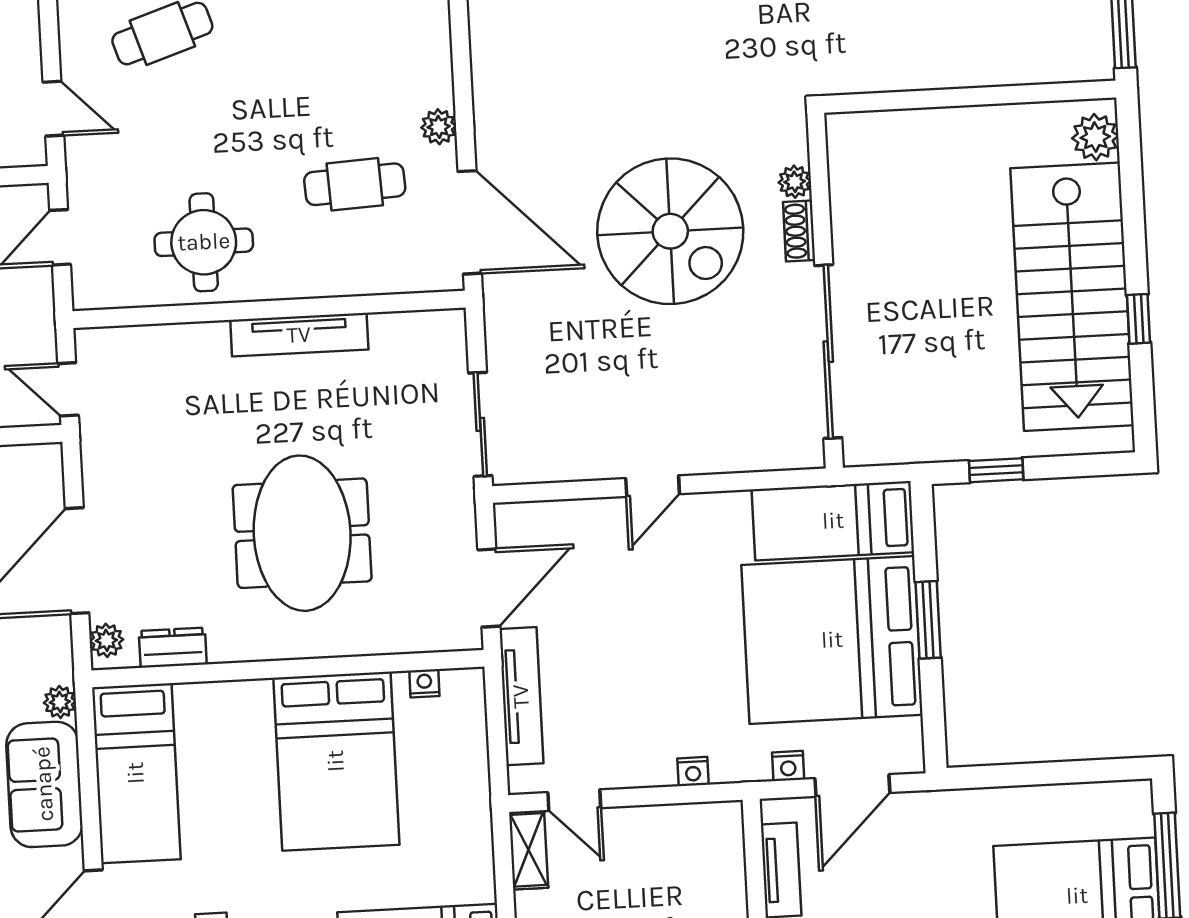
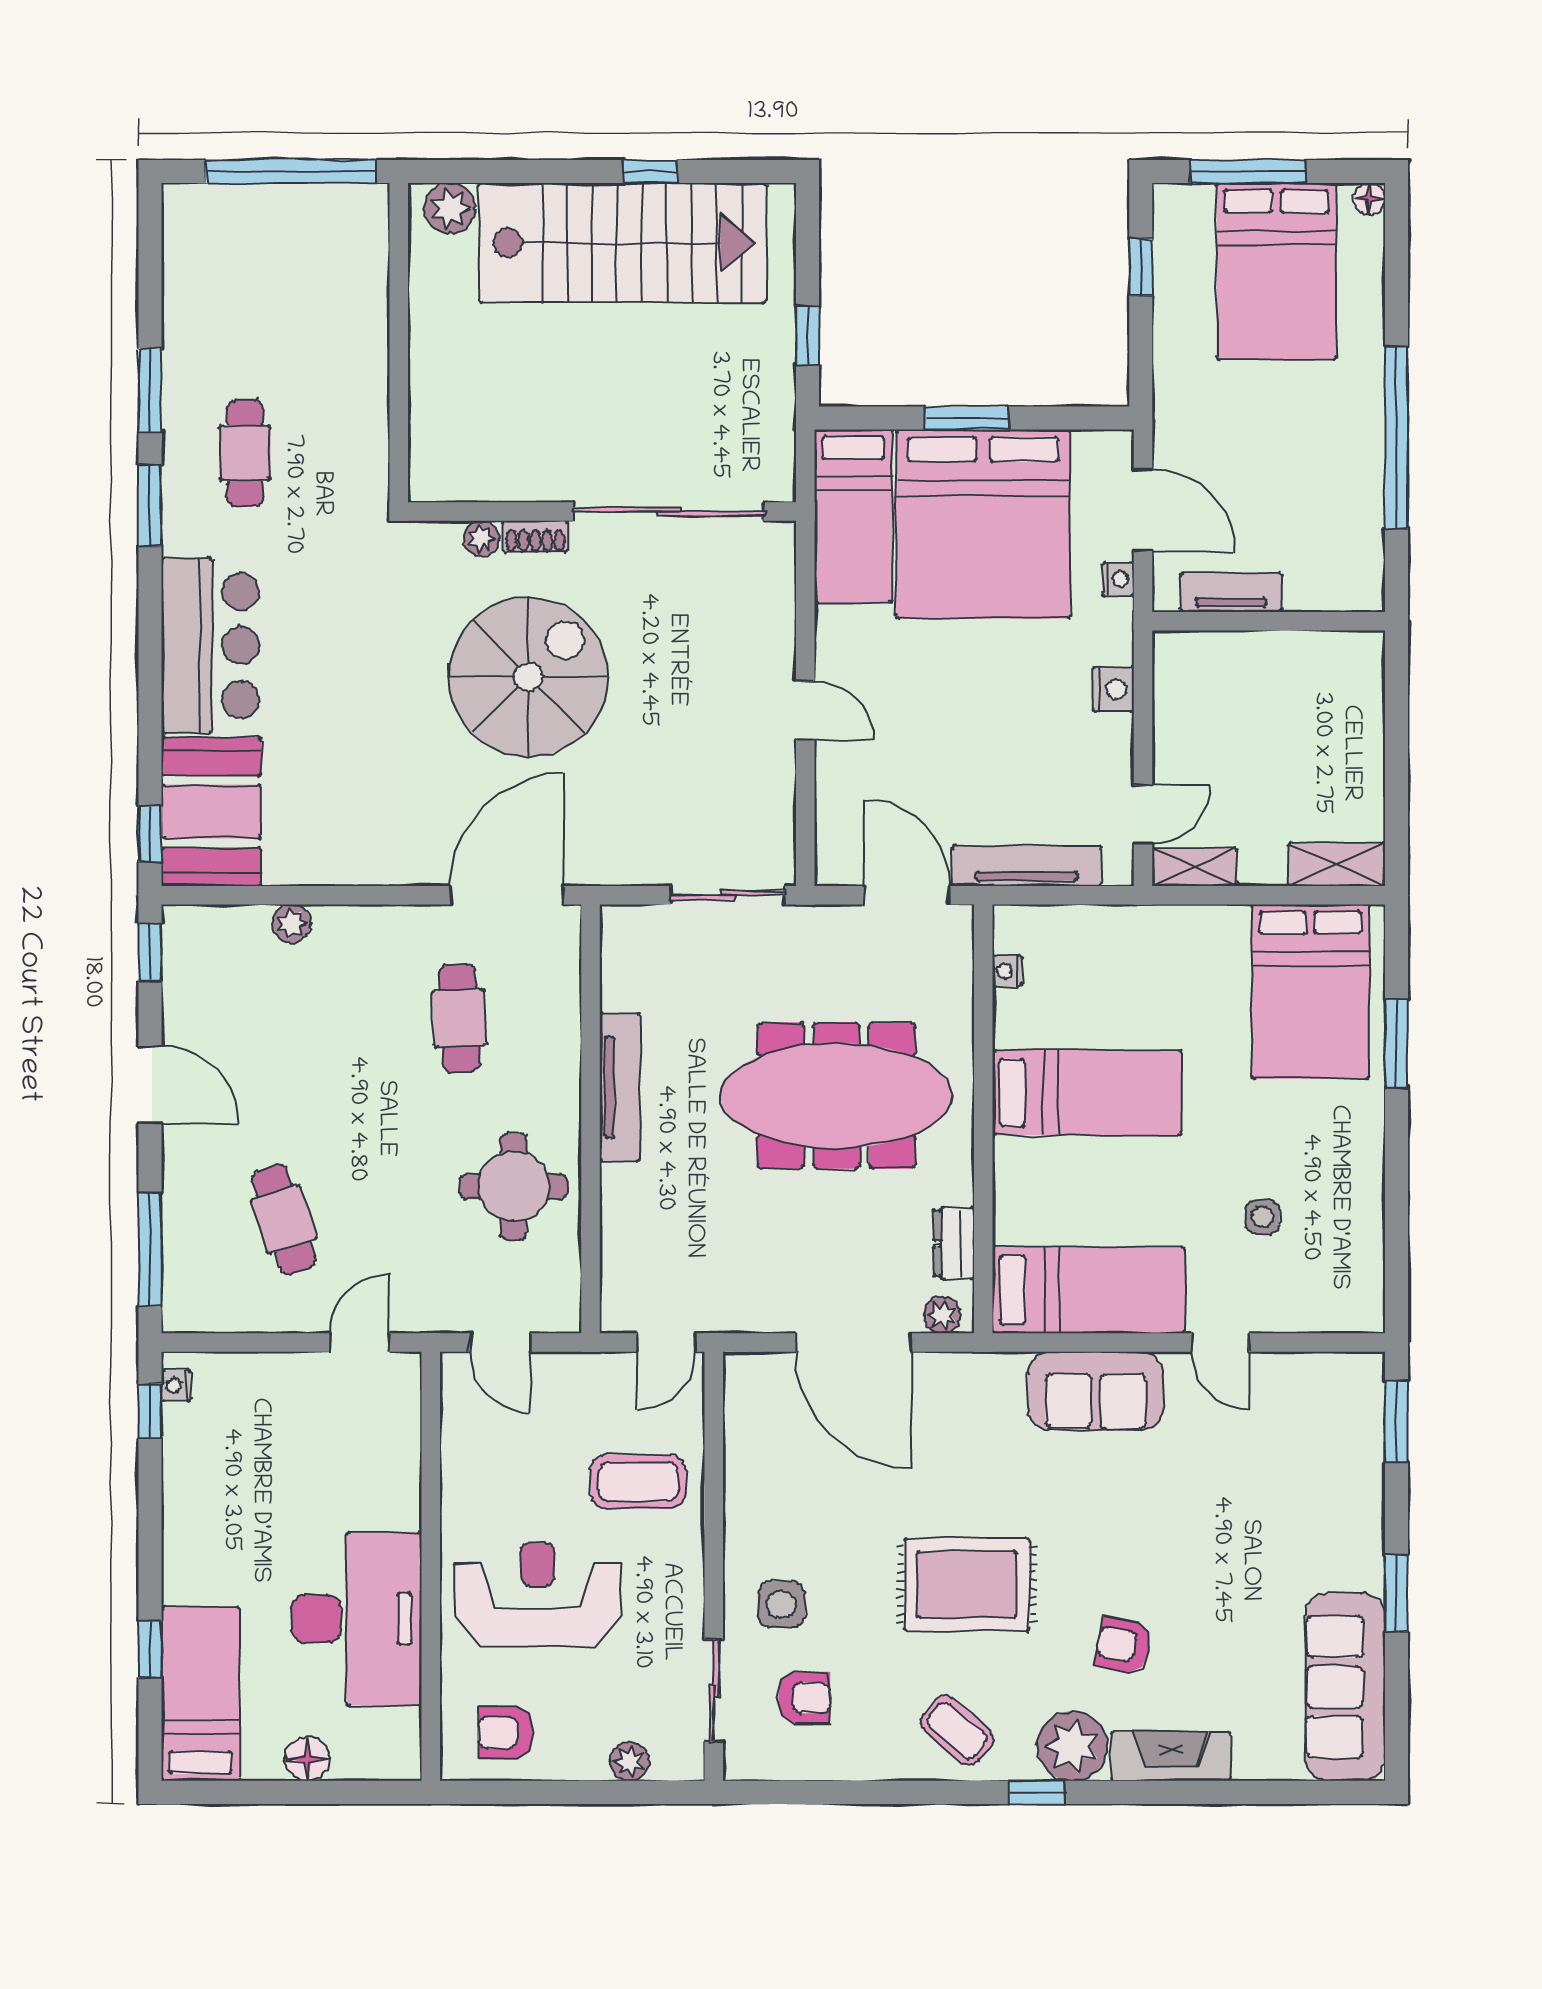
plant: (439, 127) -> (292, 924), moved
meeting table: (302, 533) -> (836, 1096), width x1.36
plant: (60, 702) -> (1007, 1369), removed
bed: (336, 761) -> (1087, 1093), width x0.67
nightstand: (693, 771) -> (1113, 689), width x1.39, depth x1.35
window: (1074, 772) -> (1141, 267), added

